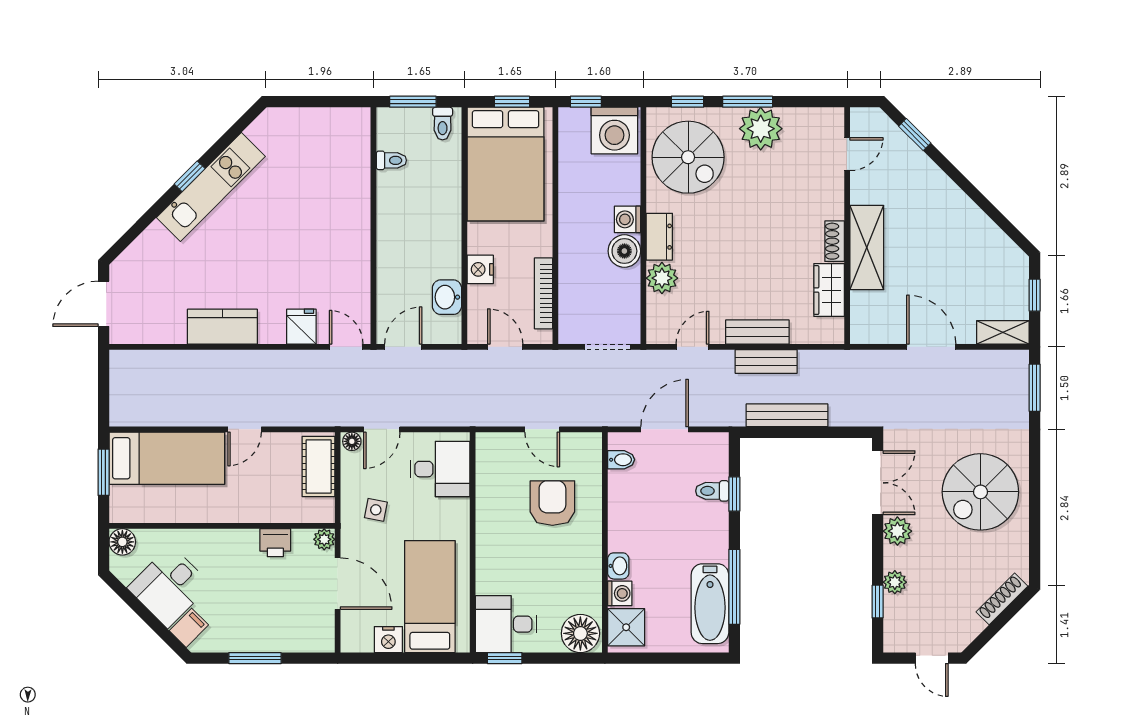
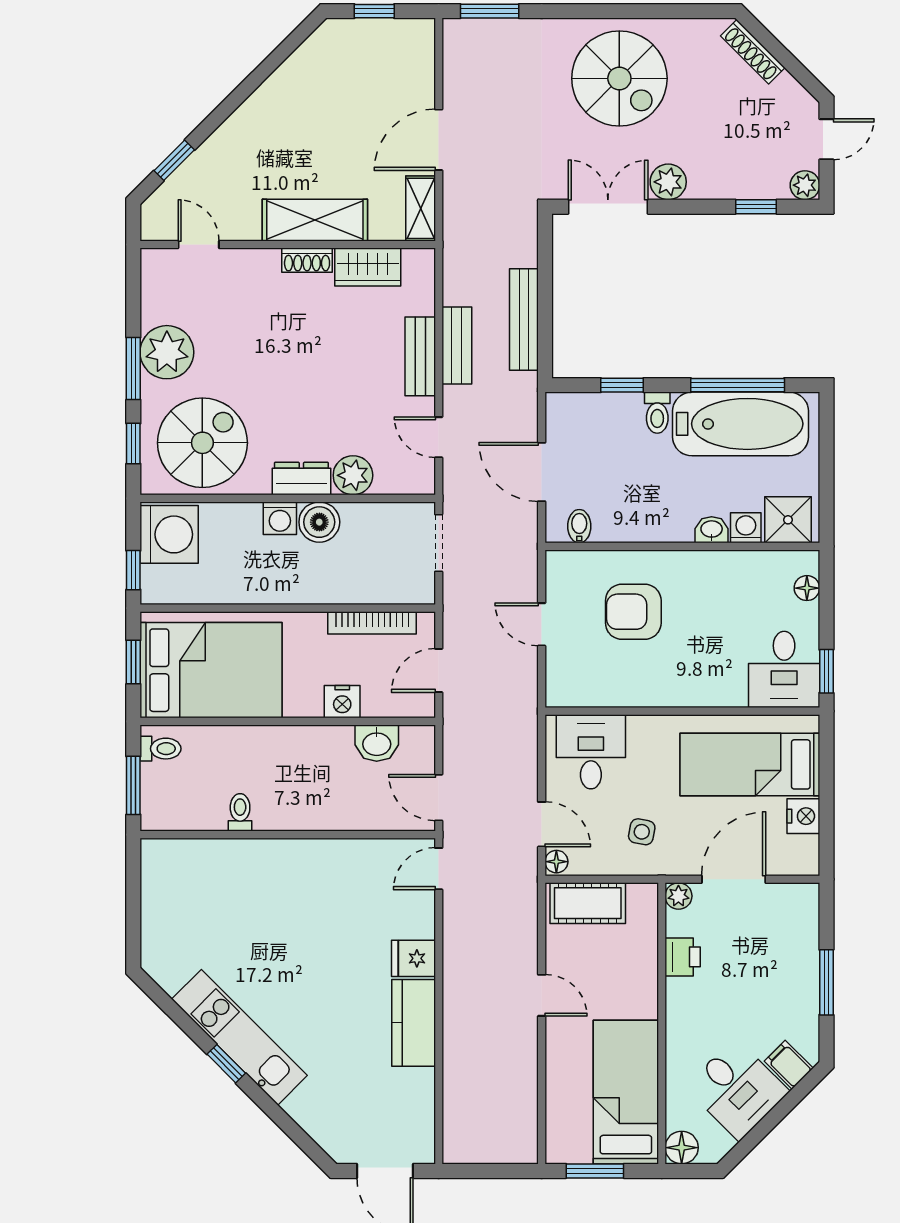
toilet: (391, 160) -> (240, 812), moved
fridge: (301, 327) -> (413, 958), moved
shelving: (1003, 332) -> (421, 208), moved
door: (542, 429) -> (542, 624), swing flipped
bed: (167, 458) -> (626, 1092), moved
toilet: (712, 491) -> (657, 413), moved
plant: (895, 582) -> (805, 185), moved
bathtub: (710, 604) -> (741, 424), width x1.36, depth x1.36
floor lamp: (580, 633) -> (807, 588), width x0.53, depth x0.53

